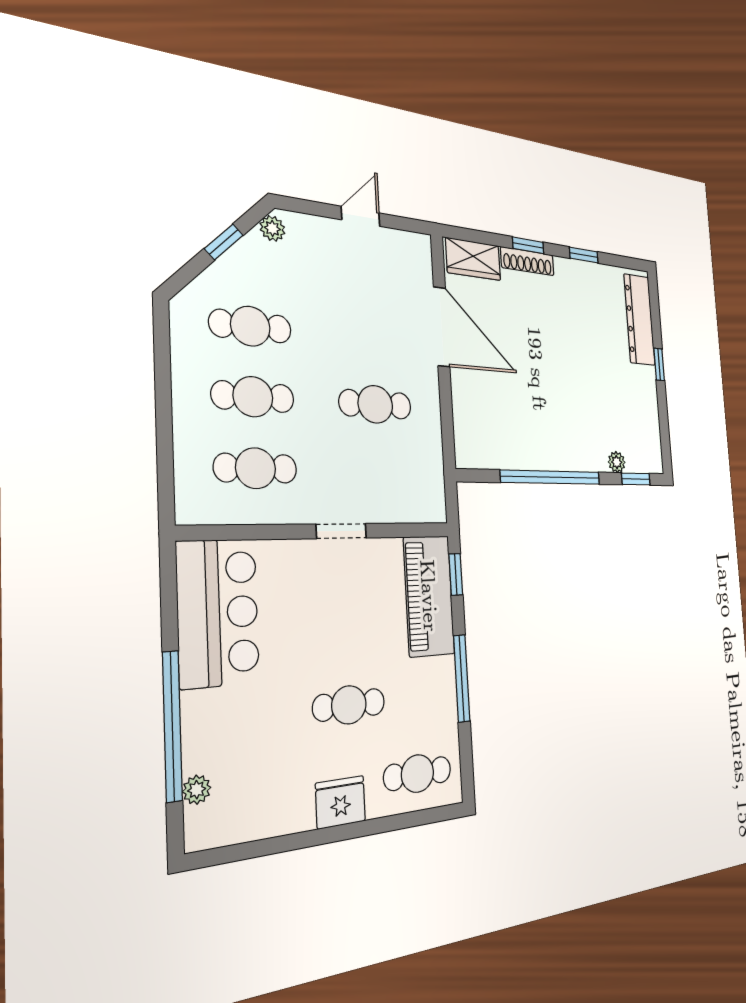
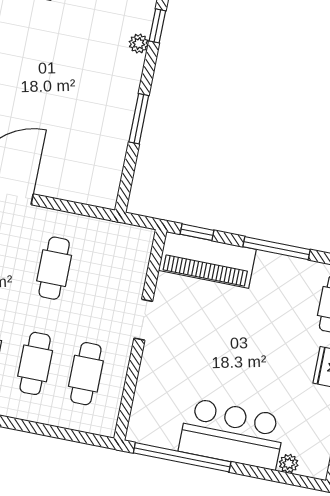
window: (551, 477) -> (139, 119), width x0.47
bar counter: (218, 613) -> (232, 434), moved
cafe table: (349, 705) -> (268, 345), removed
window: (172, 726) -> (182, 457), moved

